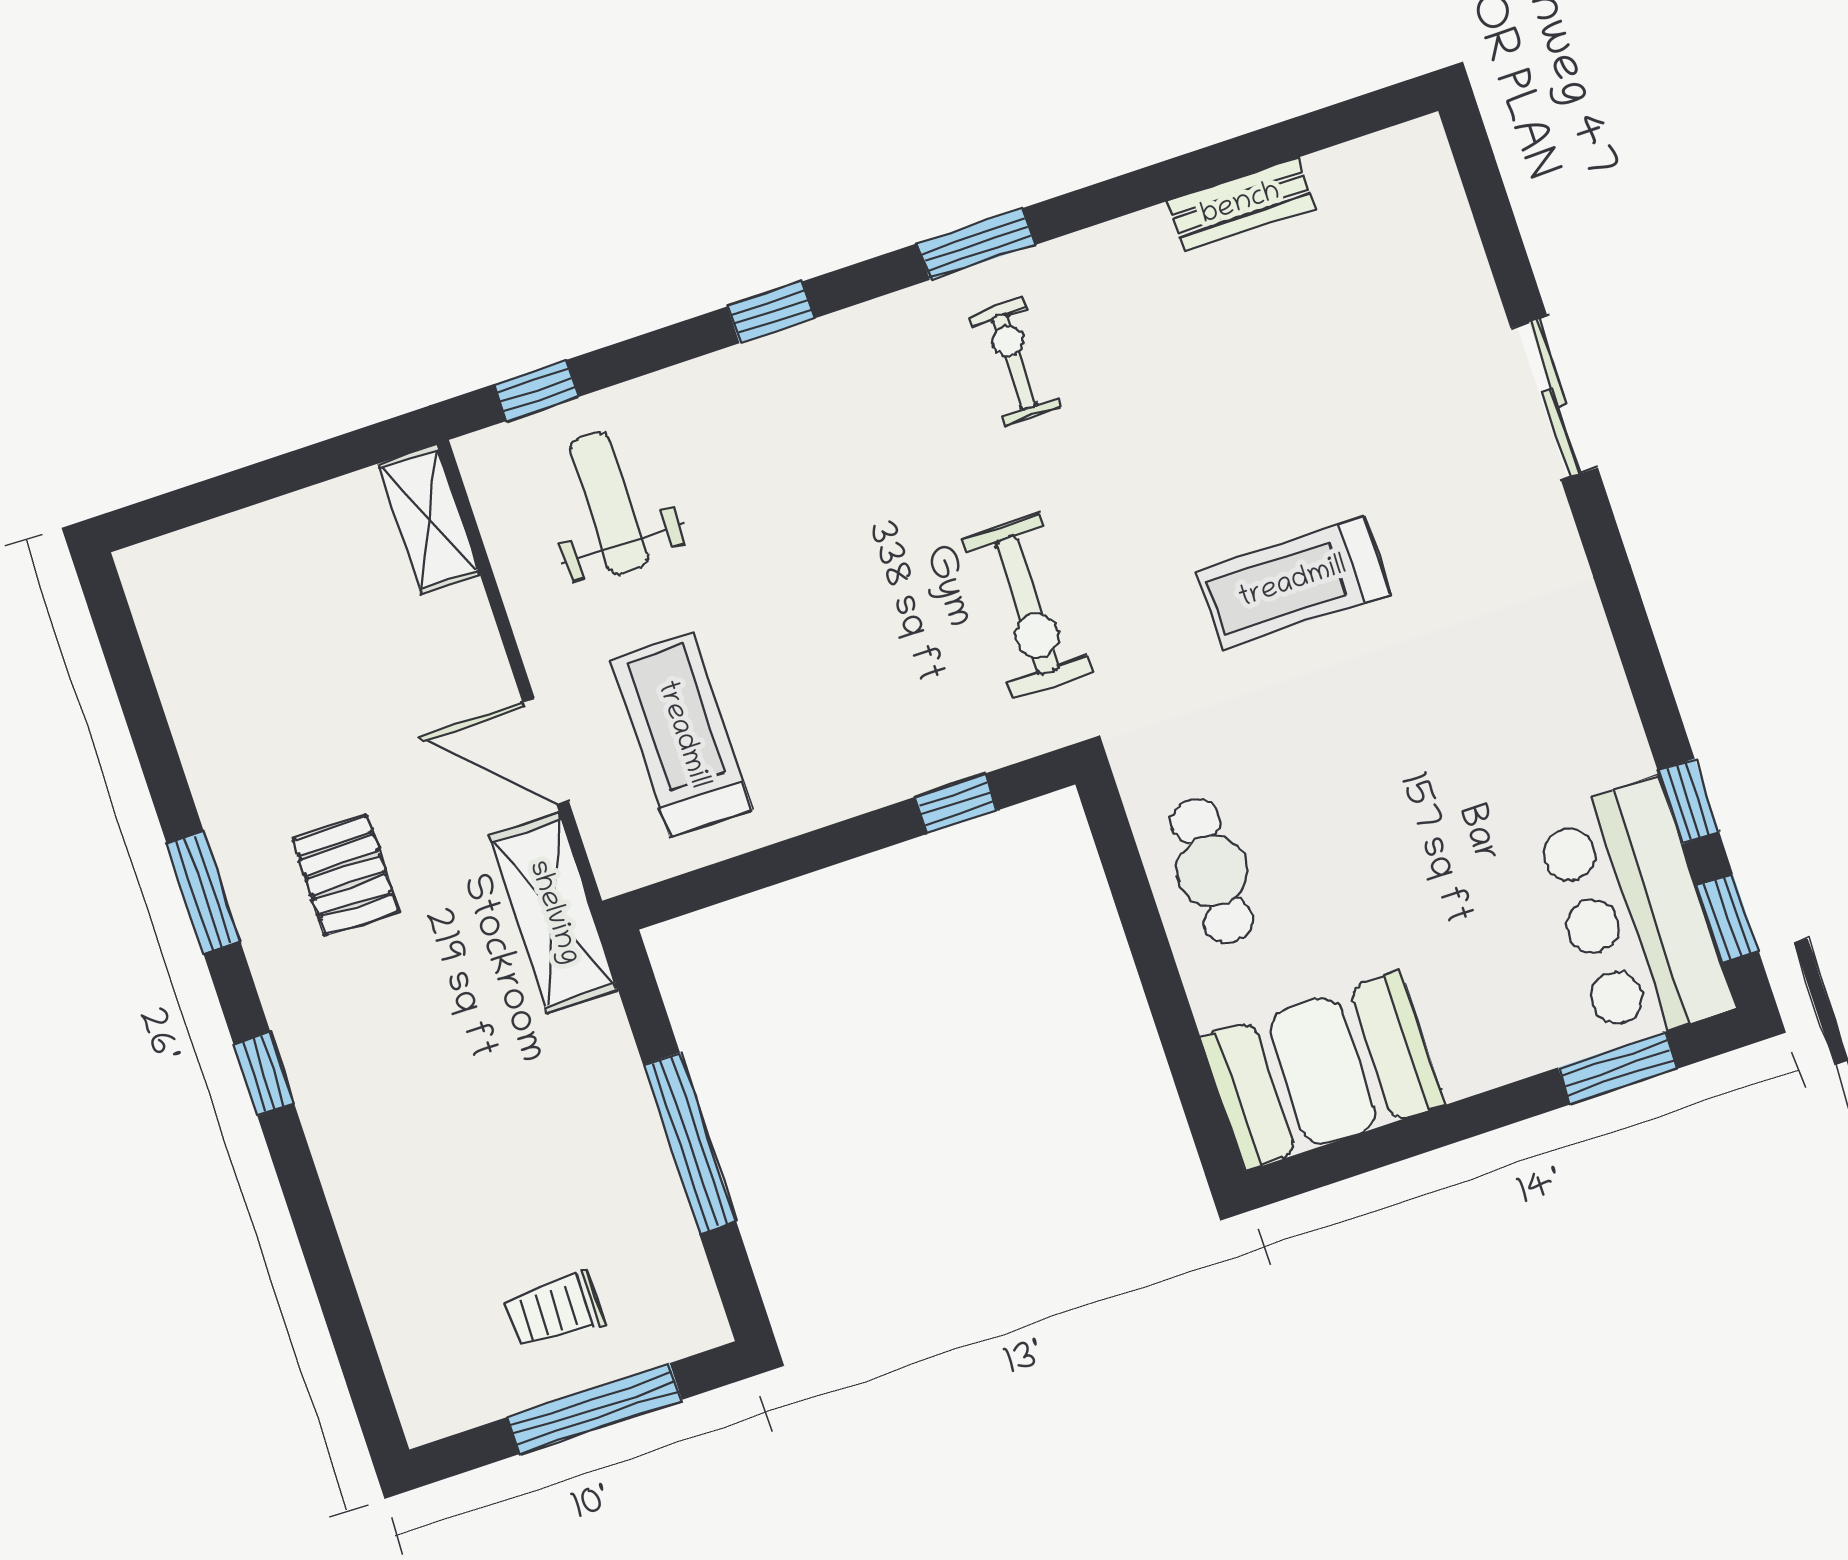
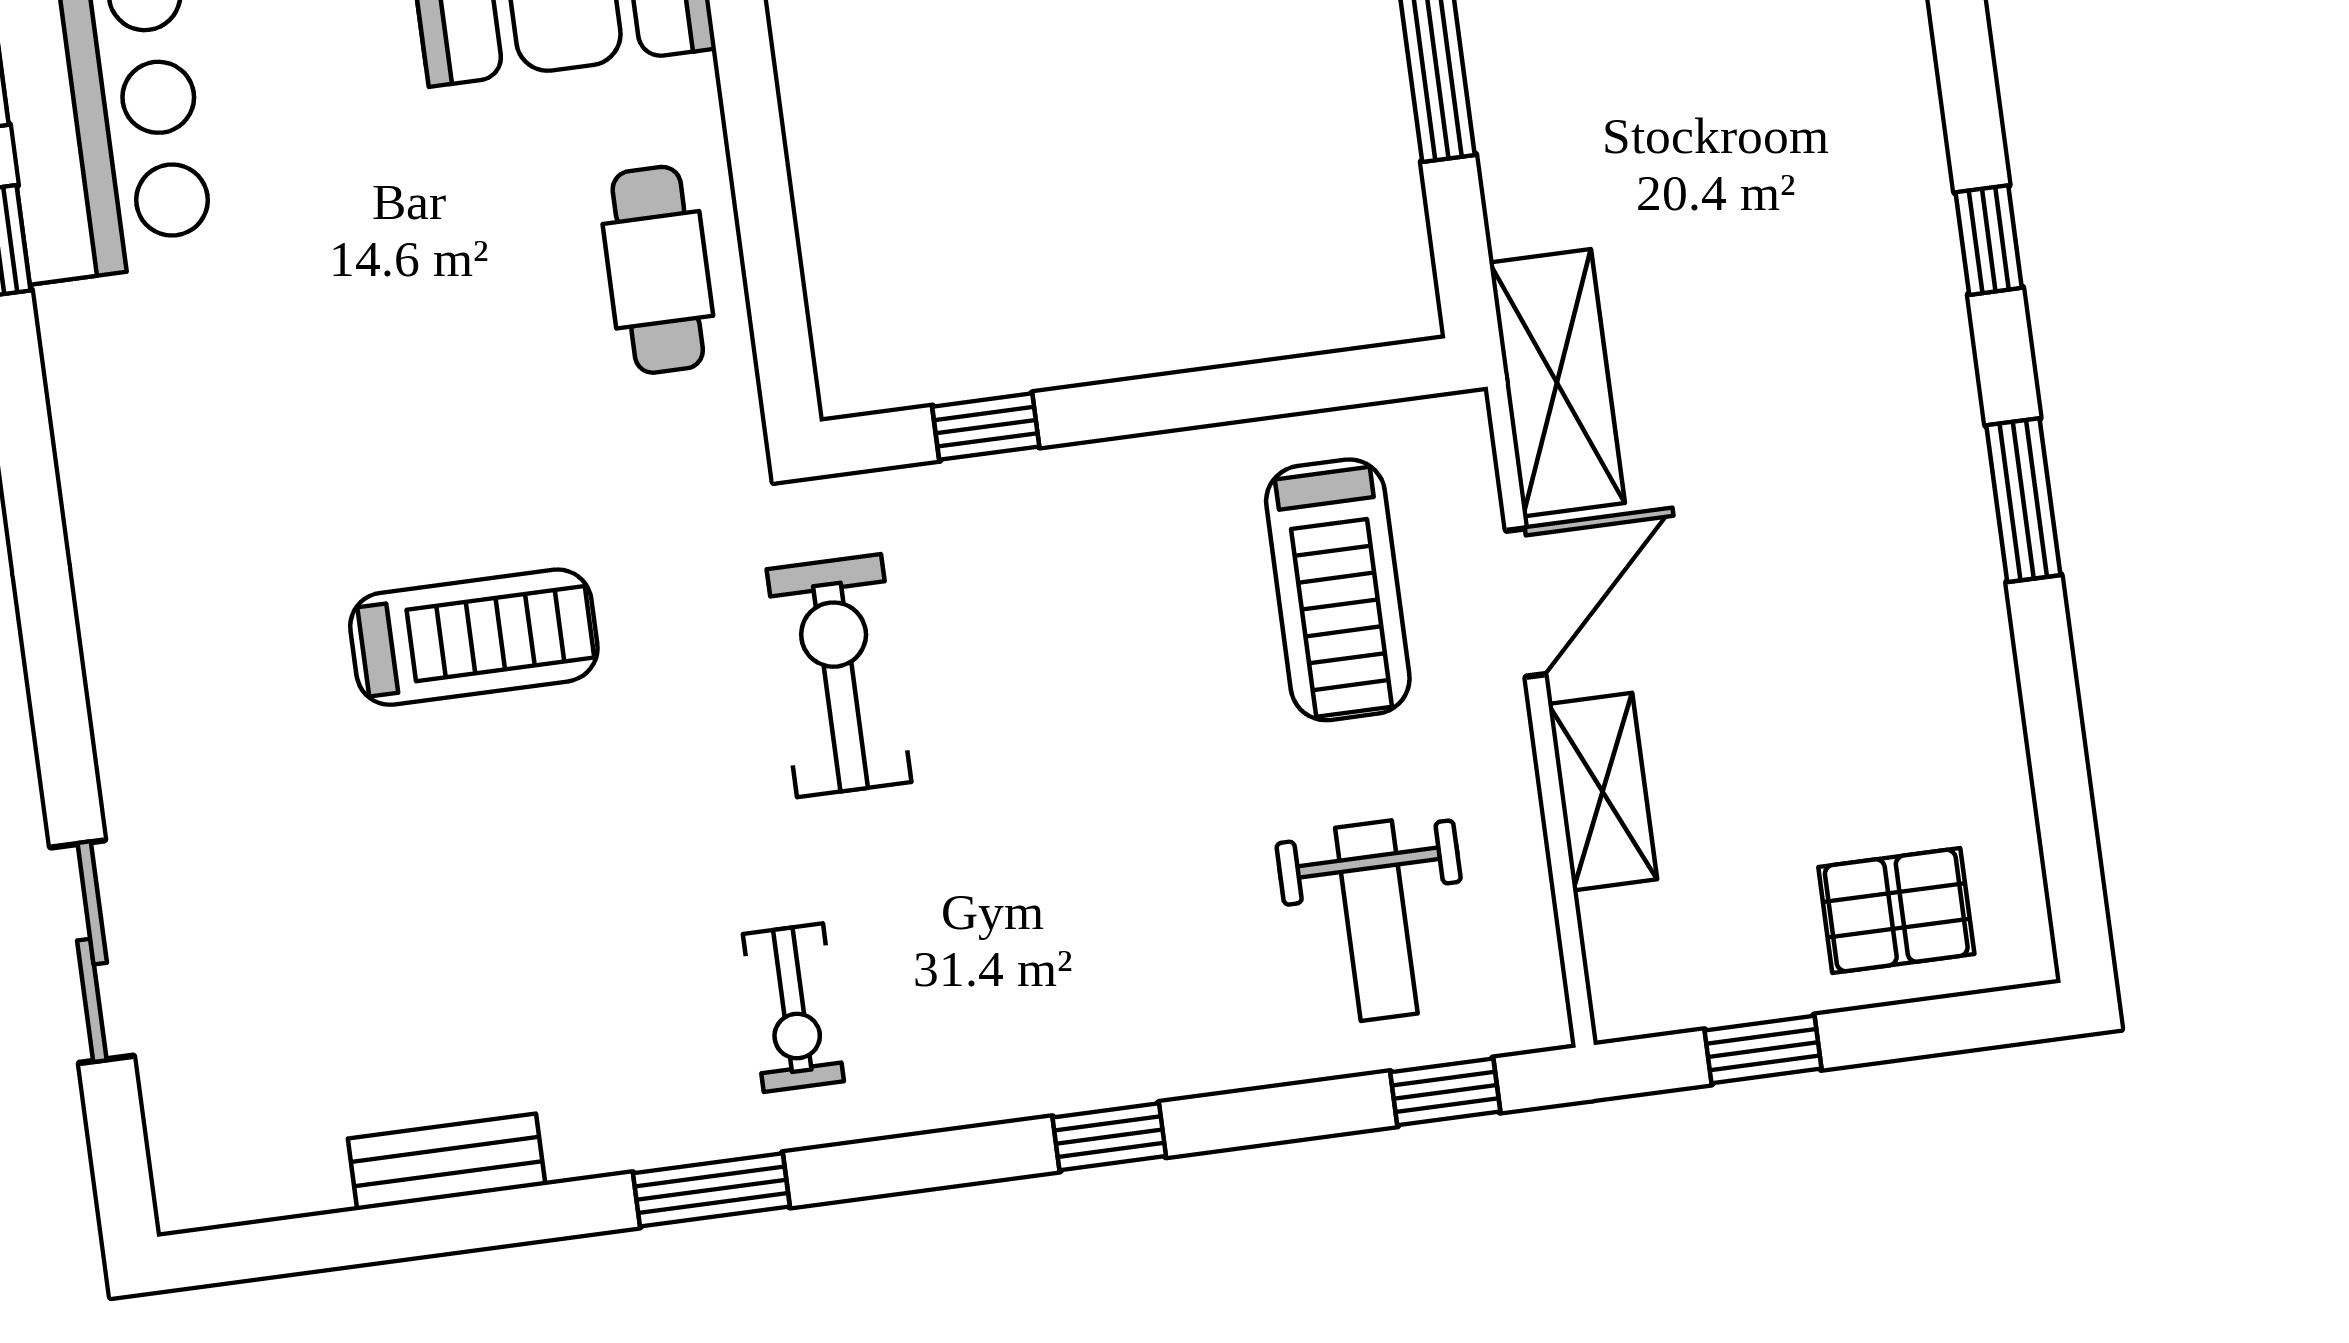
window: (976, 244) -> (711, 1190), moved
sliding door: (1554, 398) -> (92, 952), moved
window: (315, 464) -> (1763, 1050), added
shelving: (429, 519) -> (1603, 792), moved
door: (546, 751) -> (1526, 602), hinge flipped
pallet: (346, 875) -> (1896, 911), moved, turned 90

